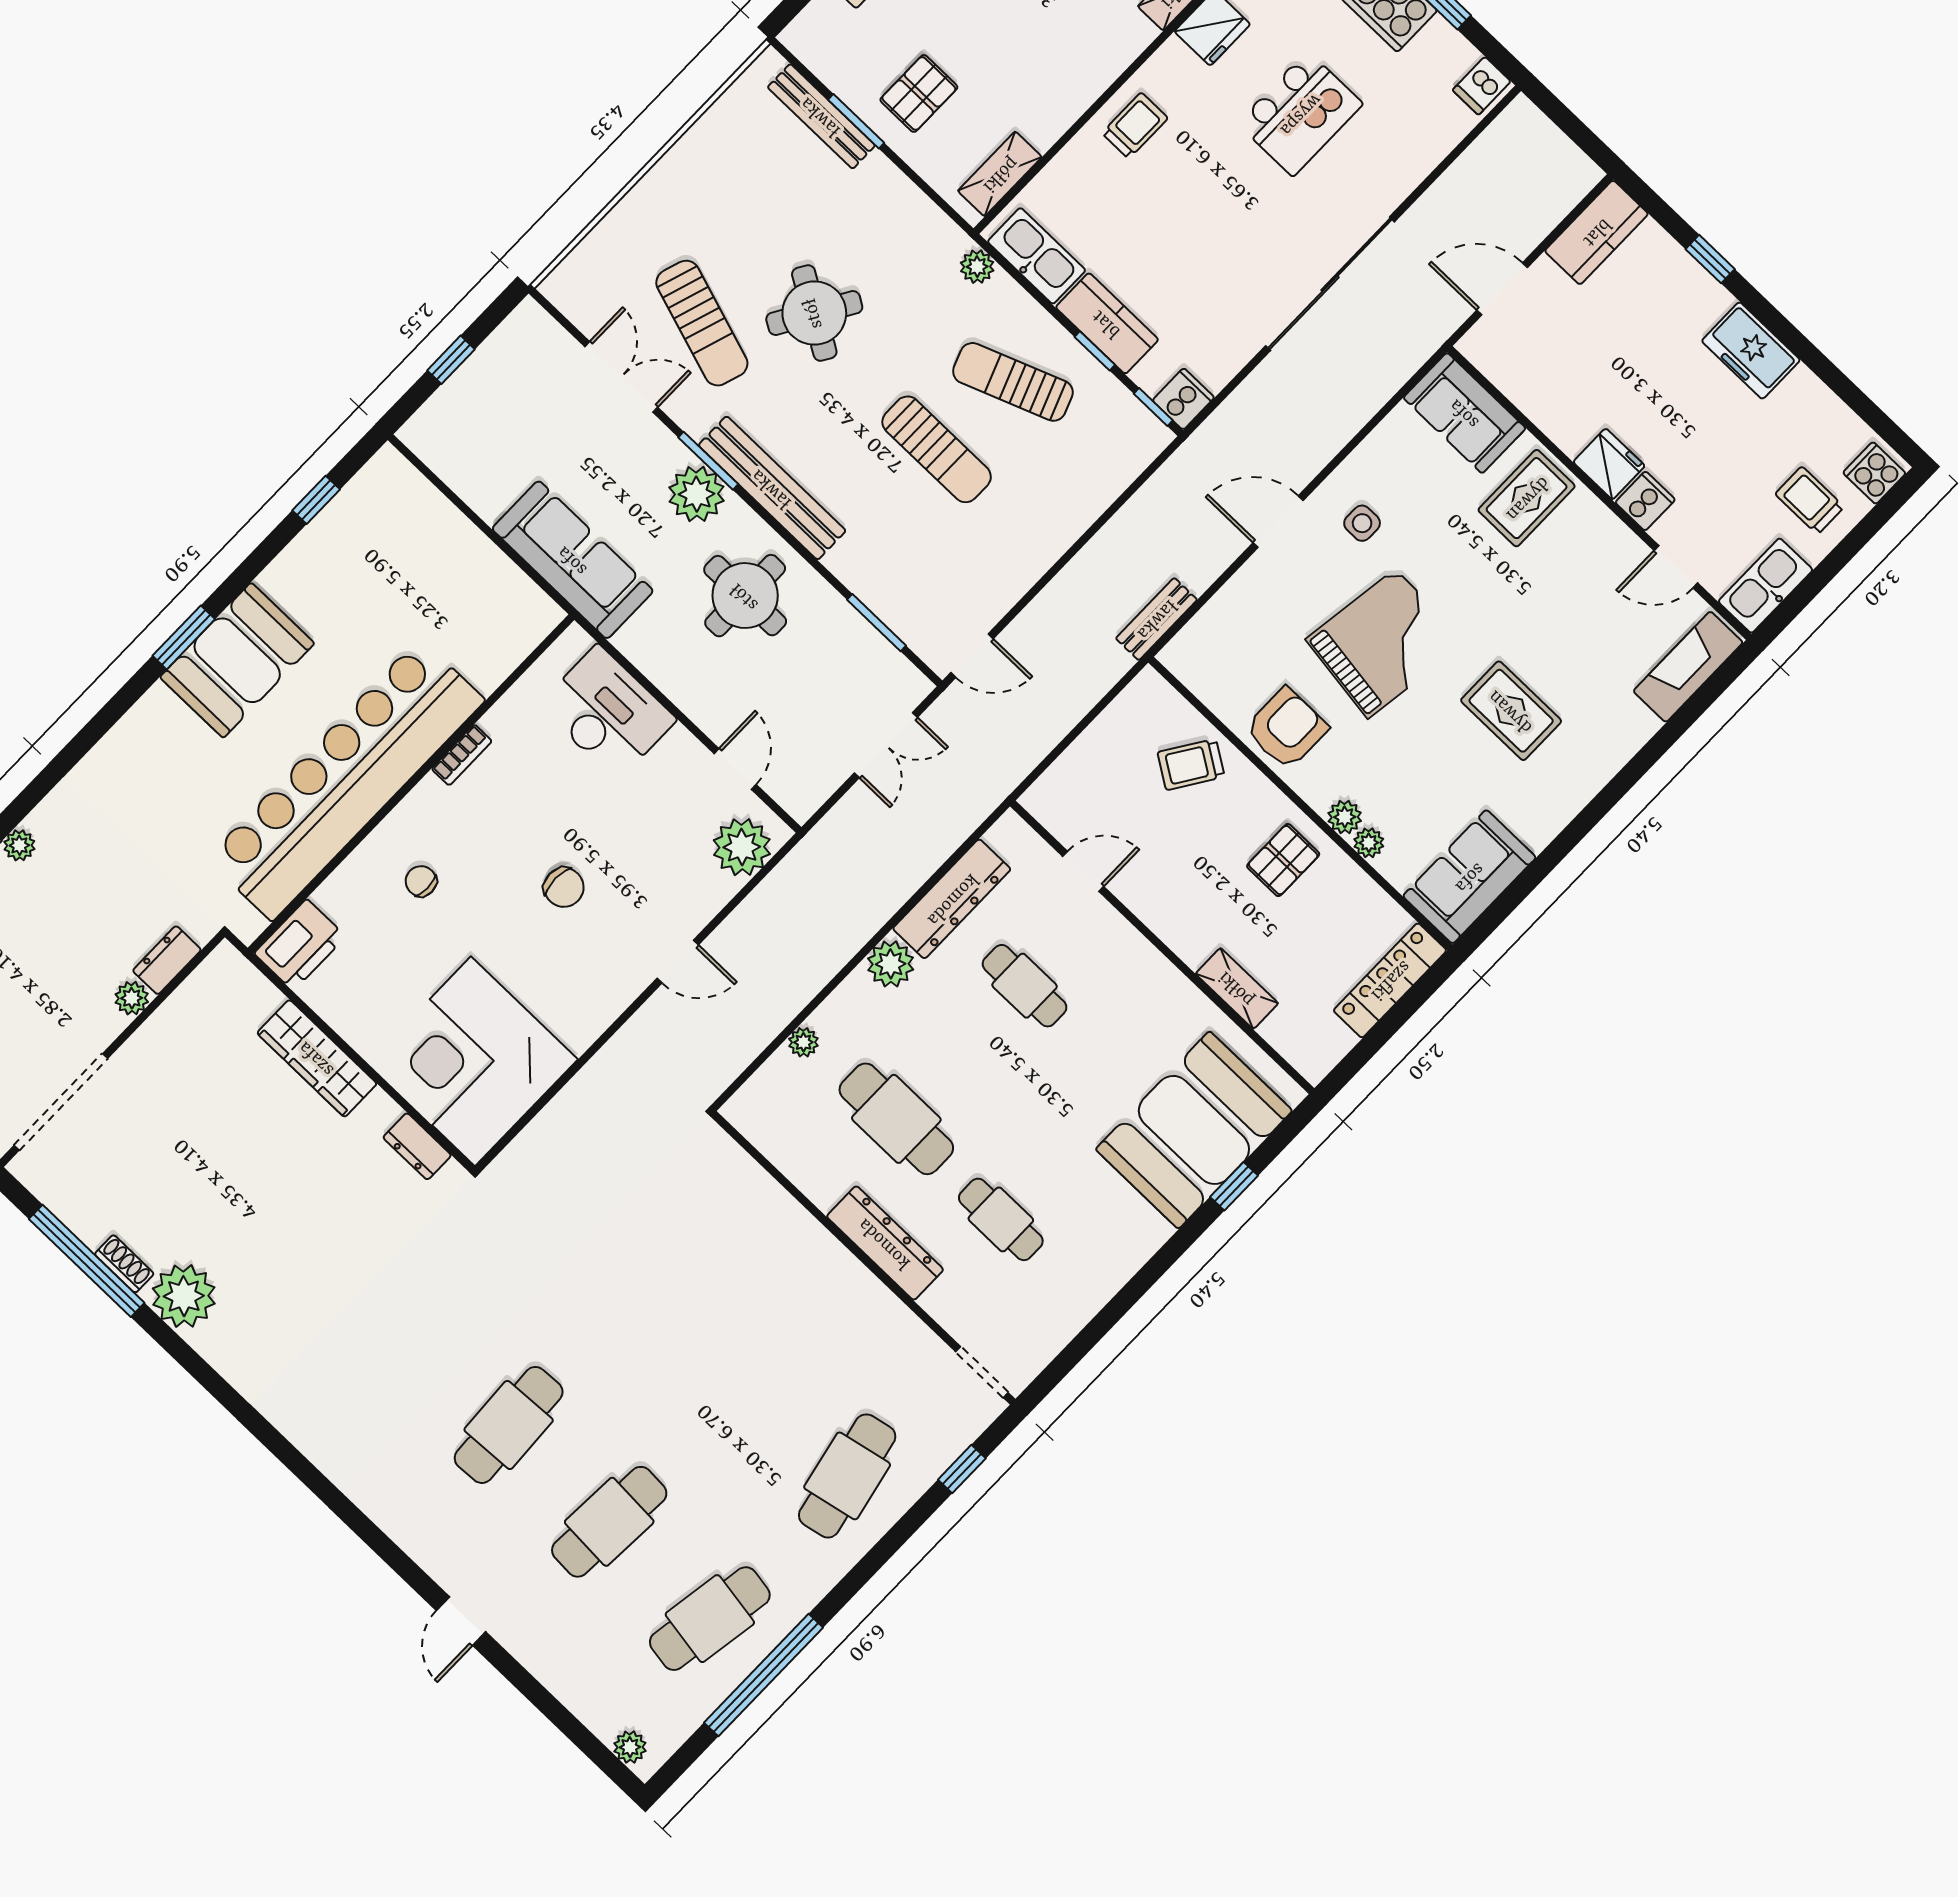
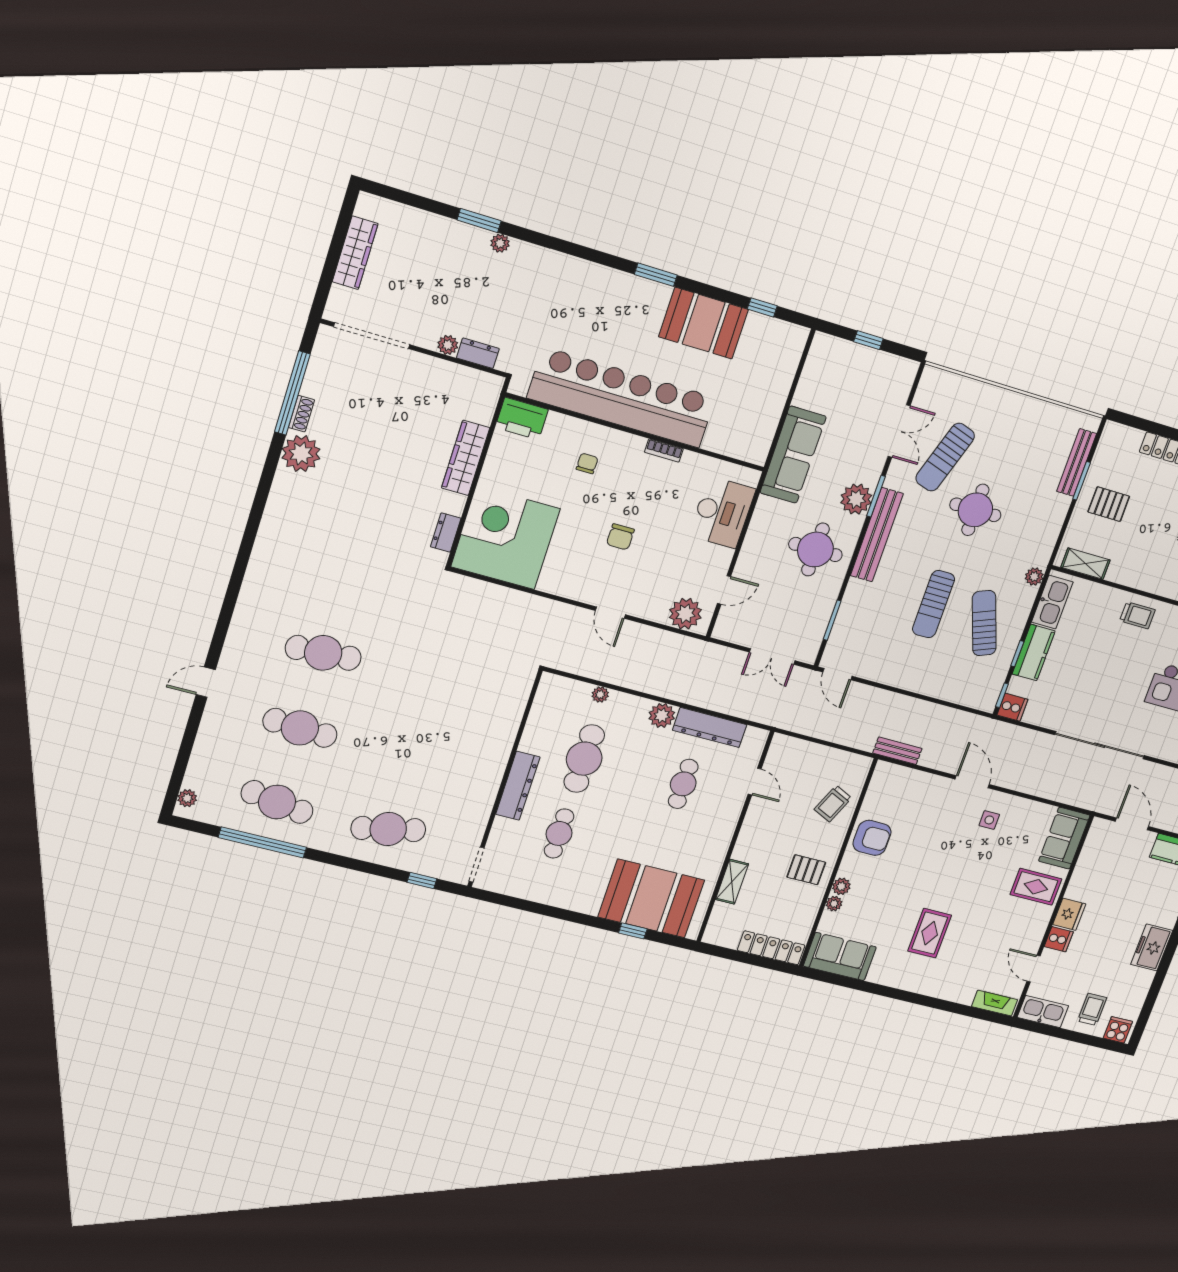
round table: (814, 313) -> (975, 510), turned -31
grand piano: (1383, 643) -> (935, 859), removed
booth: (237, 660) -> (704, 323), moved
fireplace: (1688, 667) -> (995, 1003), width x0.73, depth x0.76
trolley: (1191, 764) -> (833, 804), turned -99

